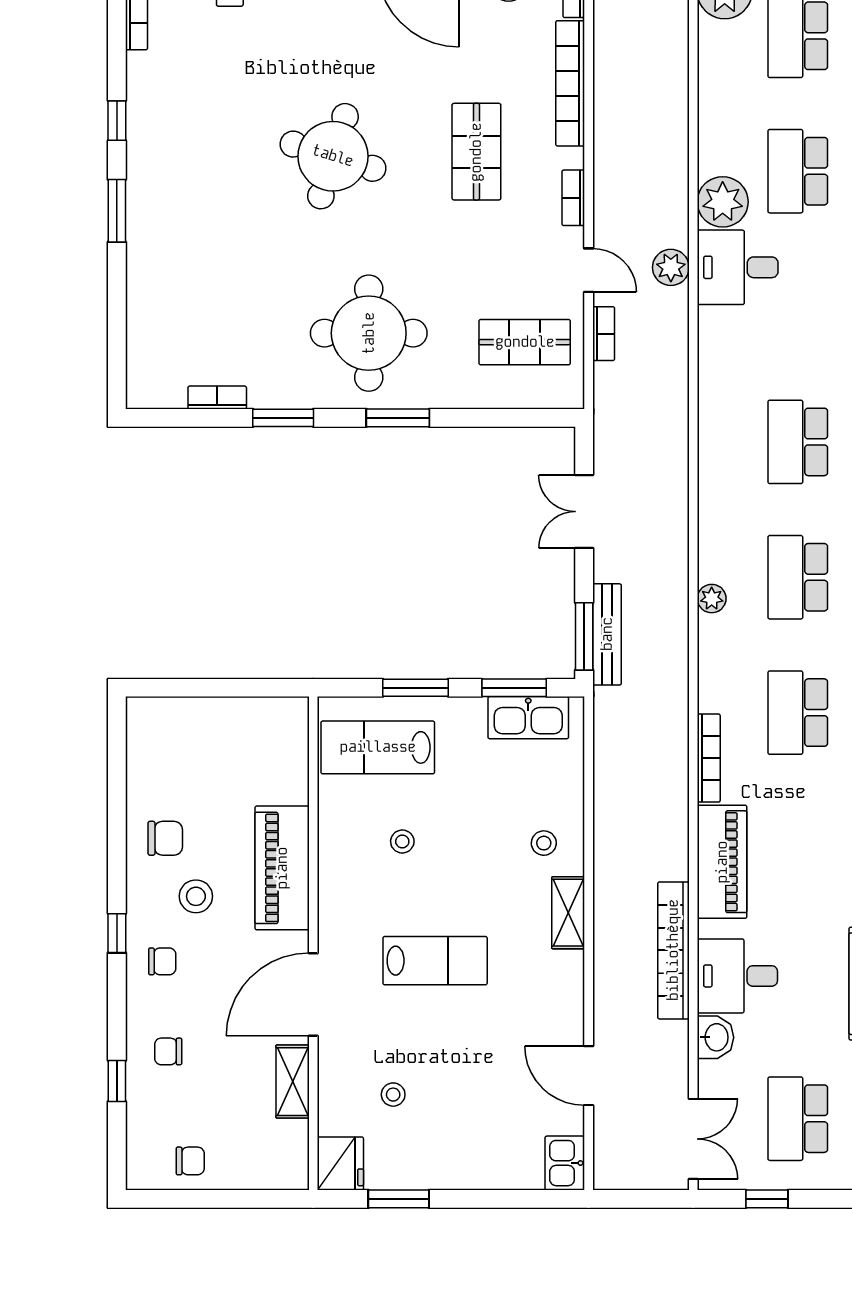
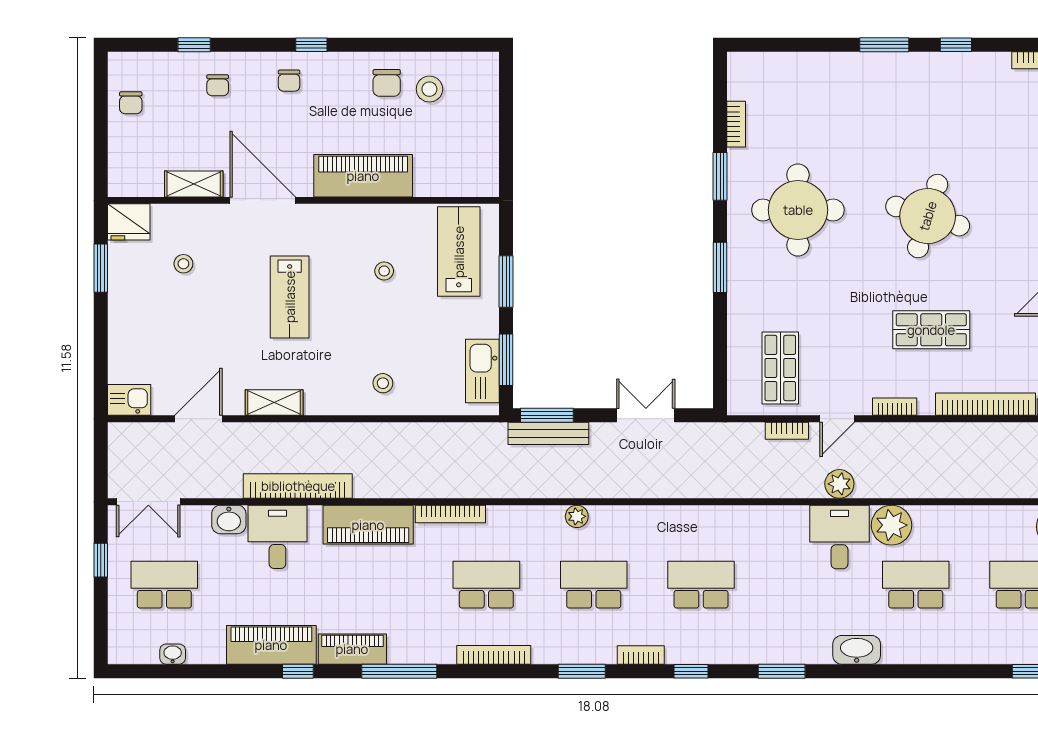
round table: (369, 333) -> (798, 210), moved
stool: (196, 896) -> (429, 89), moved
shelving: (568, 913) -> (274, 403), moved
chair: (168, 1051) -> (218, 85), turned 180

